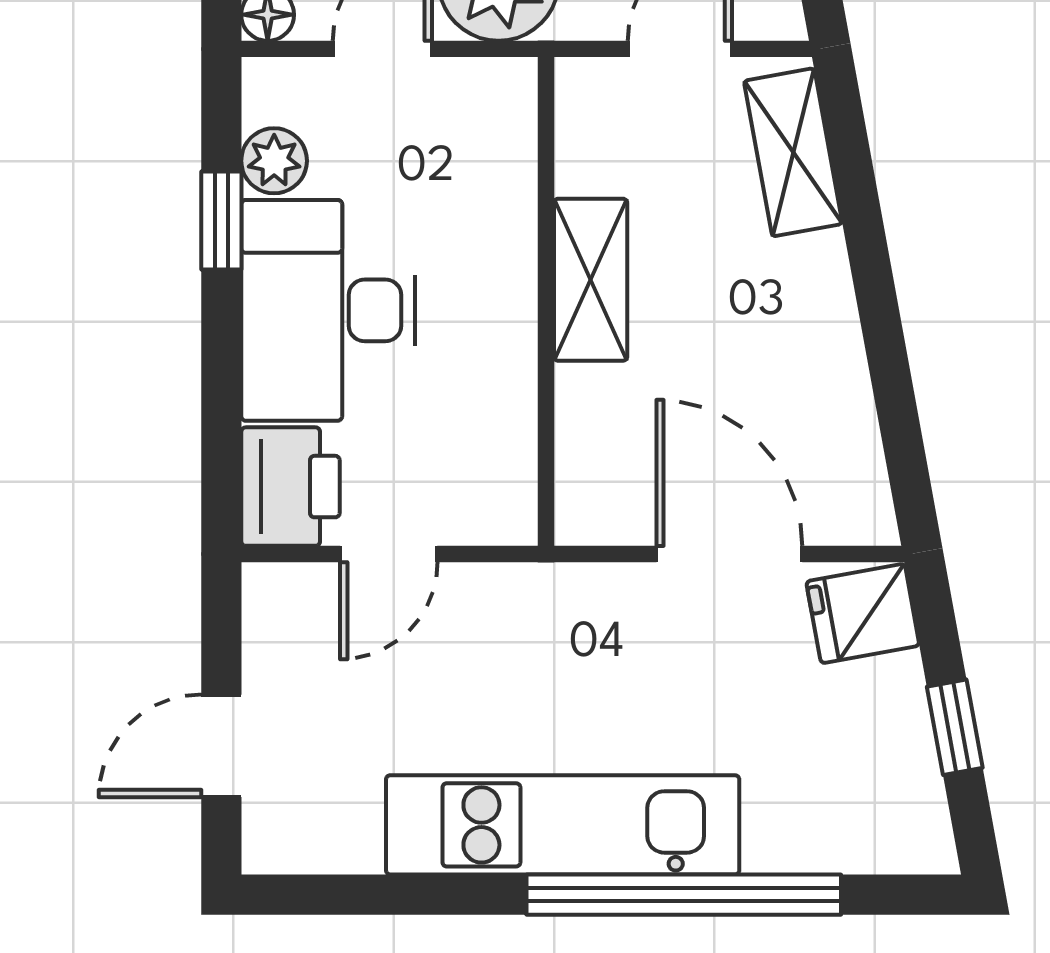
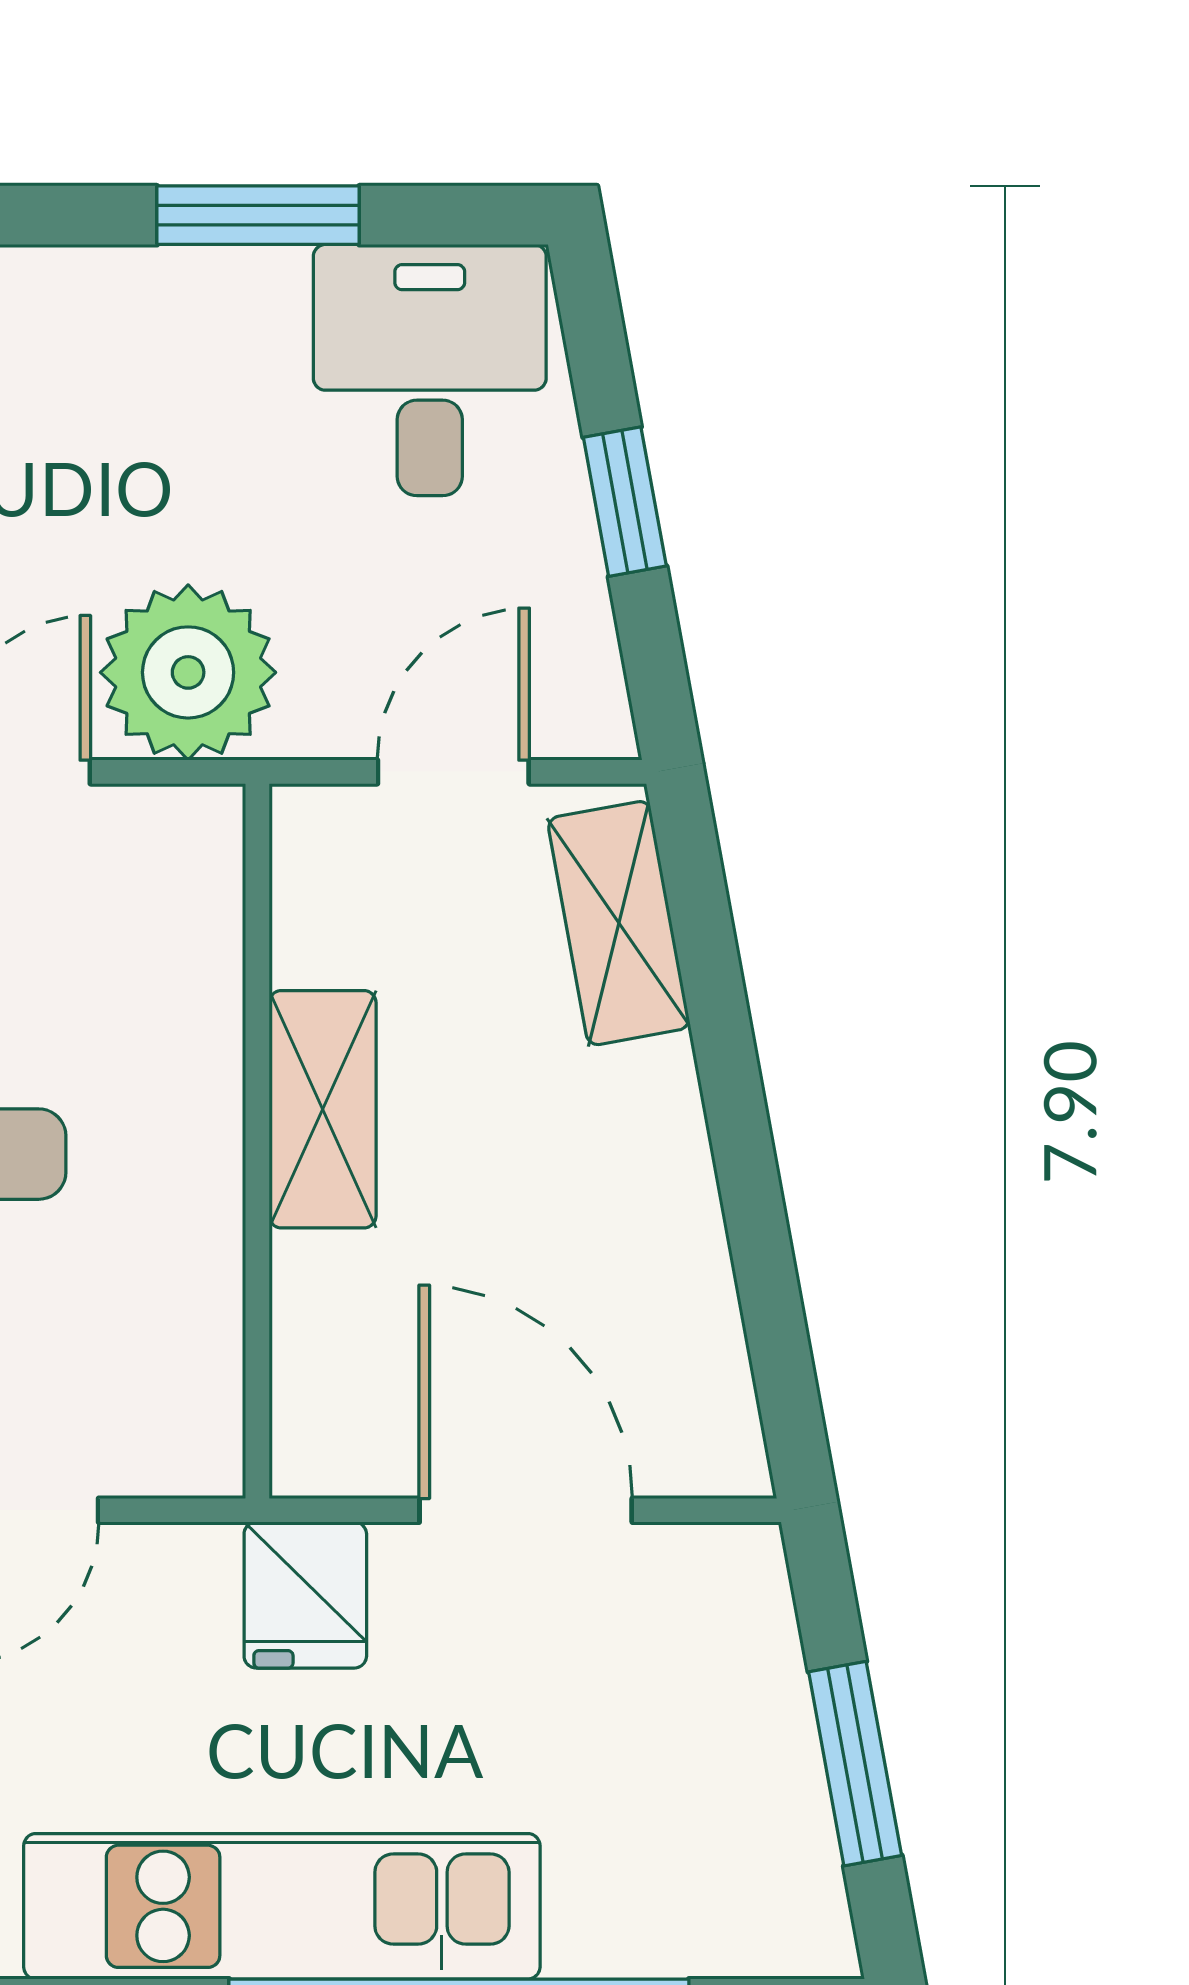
fridge: (863, 614) -> (305, 1595), moved, turned -80
window: (955, 727) -> (855, 1764), width x1.50

